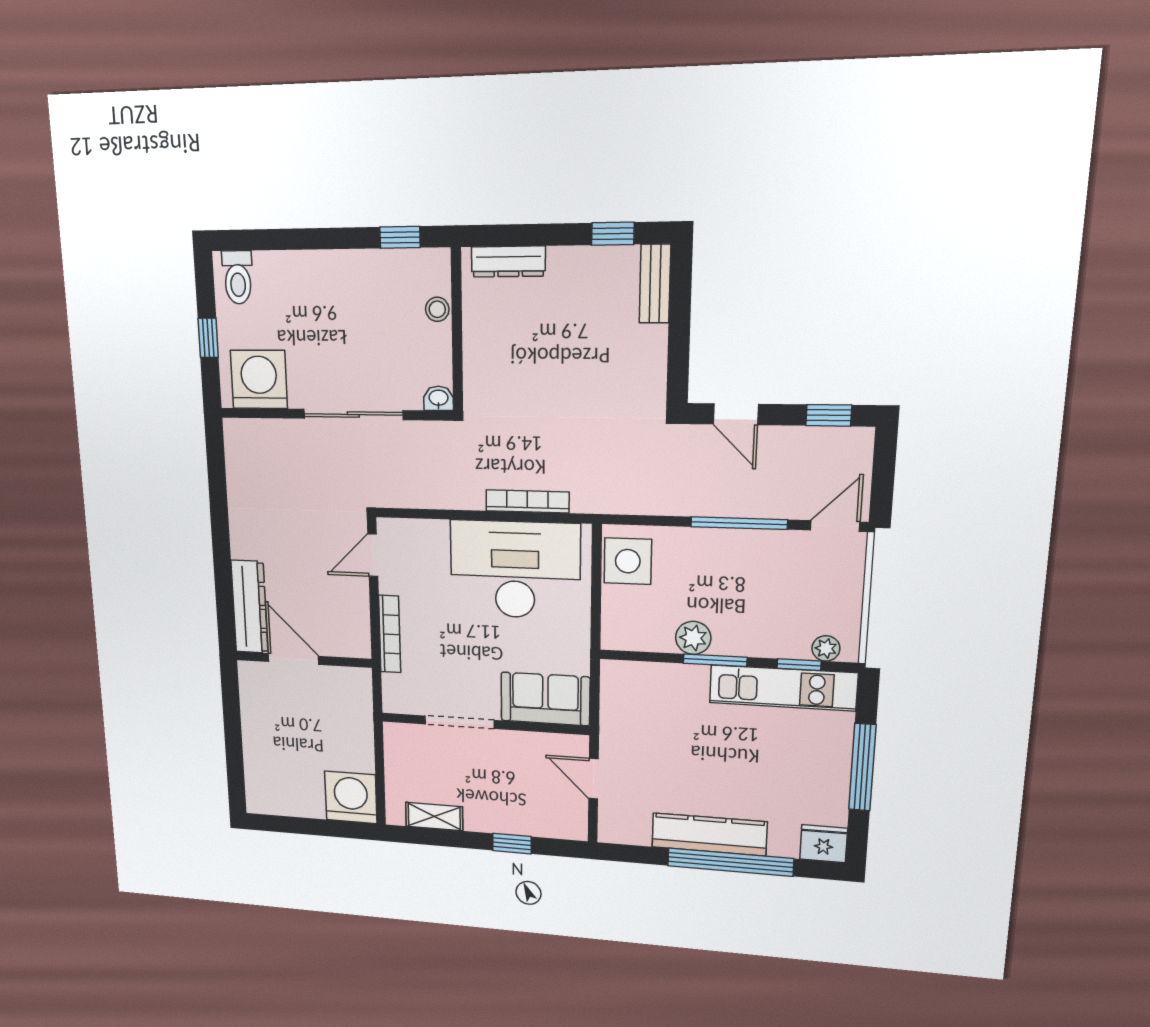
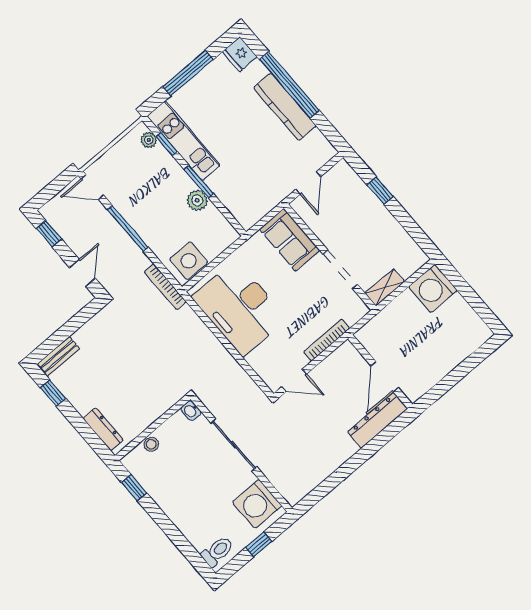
bookcase: (527, 501) -> (165, 287), moved
shelving: (434, 817) -> (385, 287), moved, turned 90

